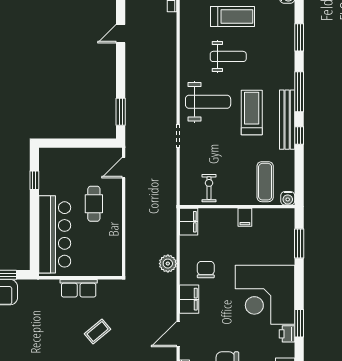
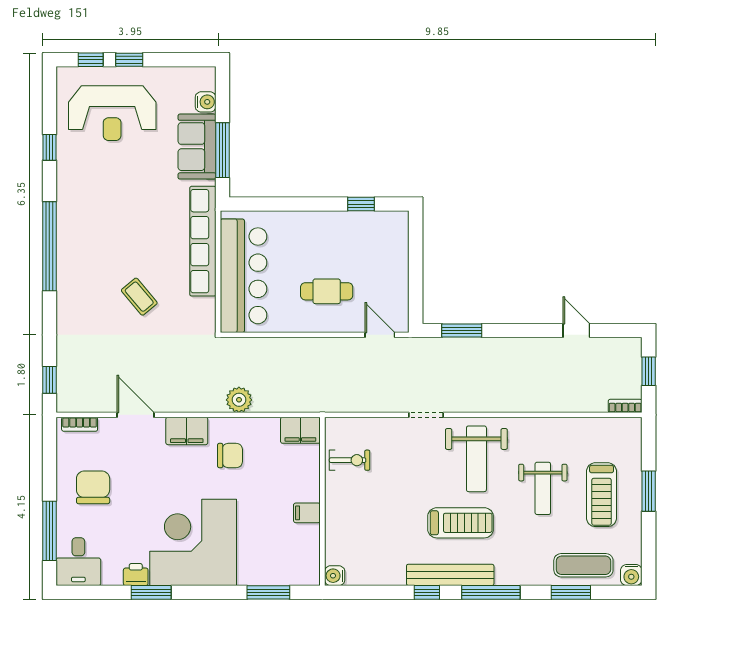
exercise mat: (265, 182) -> (583, 565), moved
bar counter: (55, 234) -> (244, 276), moved, turned -90
row of seats: (79, 288) -> (203, 241), width x2.02

